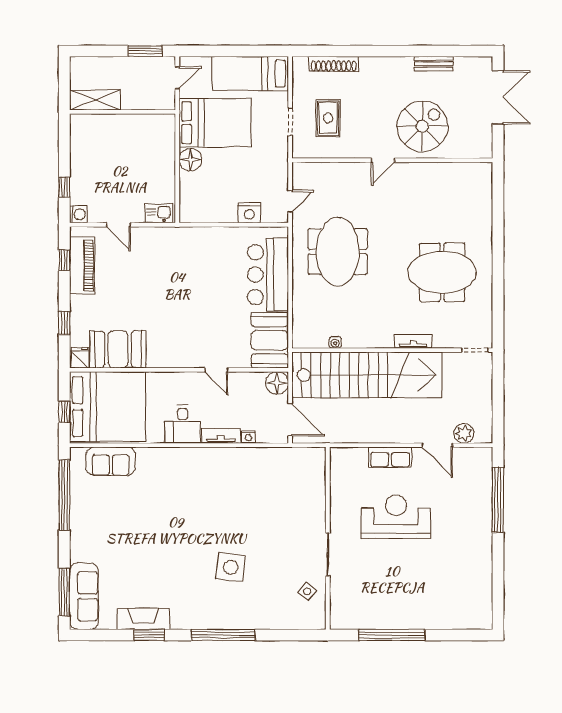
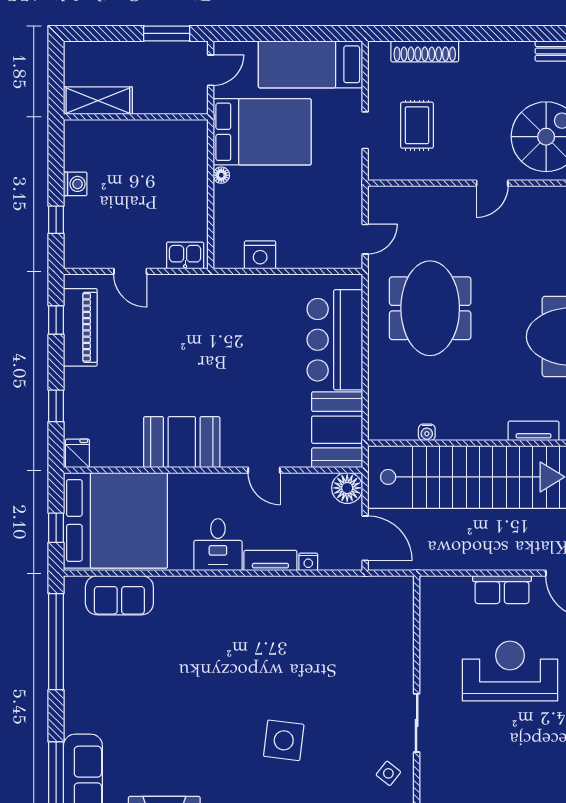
floor lamp: (190, 160) -> (221, 175), width x0.53, depth x0.53
nightstand: (249, 213) -> (260, 255), moved
washing machine: (78, 214) -> (75, 184), moved
booth: (118, 349) -> (182, 442), moved

